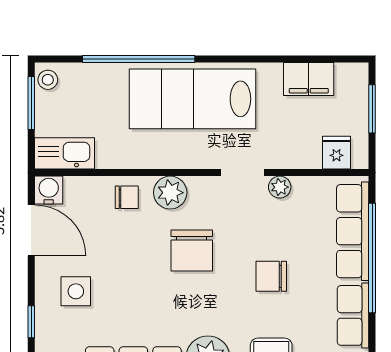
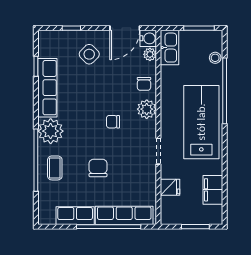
stool: (48, 80) -> (215, 58), moved
fridge: (336, 153) -> (170, 187), moved
plant: (280, 187) -> (150, 54), moved
chair: (192, 251) -> (113, 122), width x0.54, depth x0.54
side table: (76, 291) -> (89, 54), turned 45

